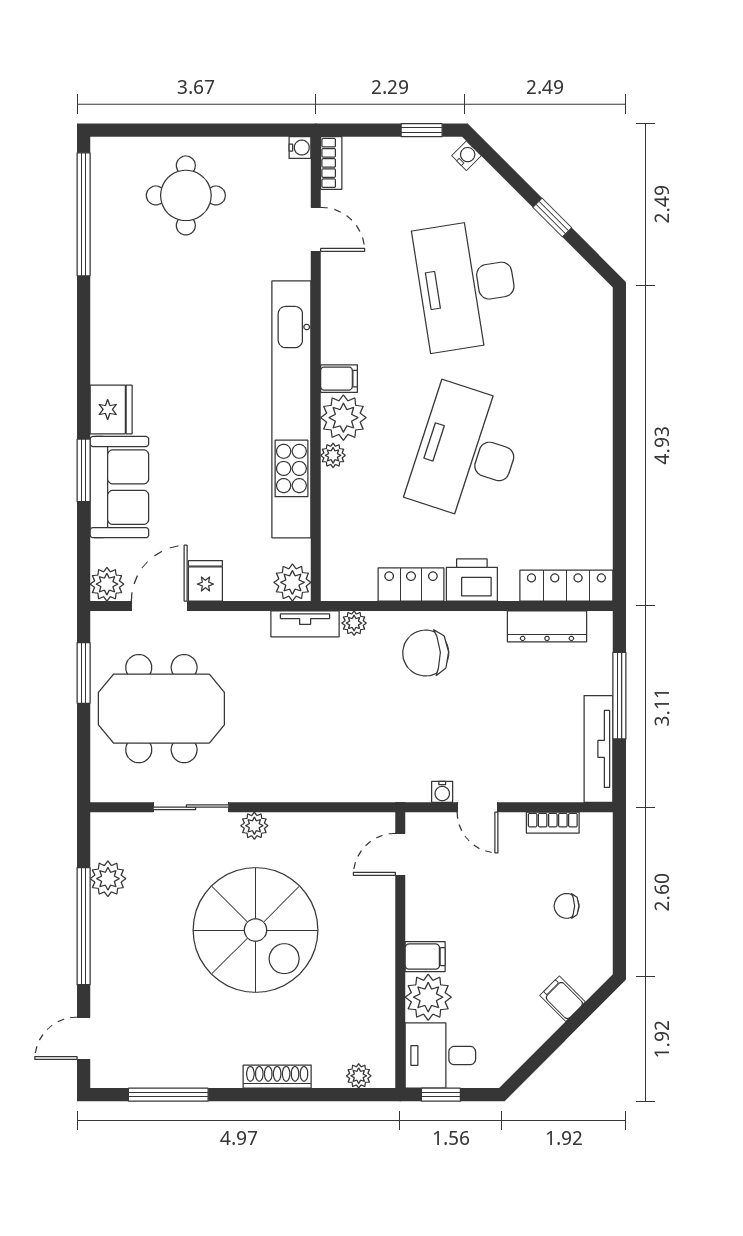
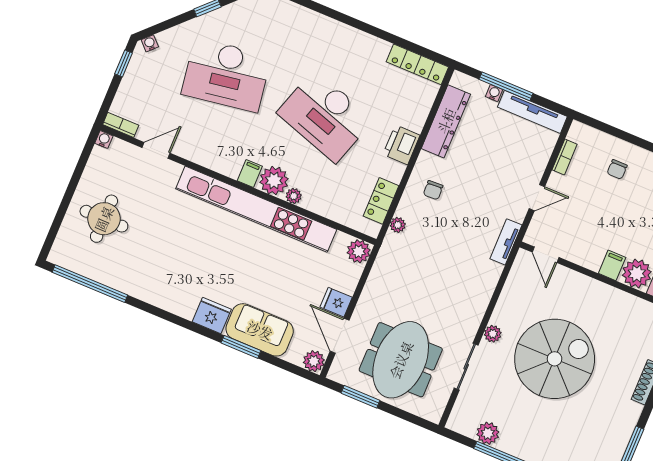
locker: (411, 584) -> (381, 201), moved
locker: (566, 586) -> (417, 64), moved, turned -90
tv unit: (305, 624) -> (506, 242), moved, turned 180
dresser: (547, 626) -> (446, 121), width x1.37, depth x1.24
chair: (426, 653) -> (433, 190), width x0.54, depth x0.54
water cooler: (442, 792) -> (494, 93), moved, turned -90

